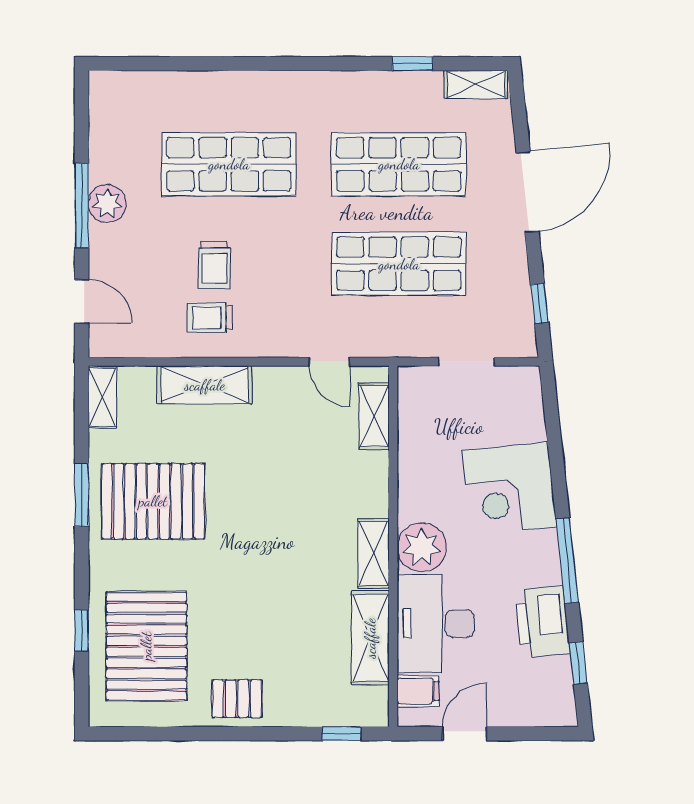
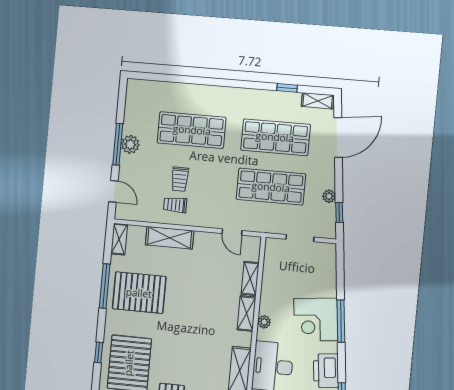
door: (527, 192) -> (338, 137), moved
plant: (516, 273) -> (329, 196), added
shelving: (374, 416) -> (250, 278), moved
corner desk: (509, 489) -> (316, 320), moved
window: (82, 495) -> (105, 286), width x1.44
plant: (422, 547) -> (264, 322), width x0.53, depth x0.53
shelving: (373, 553) -> (246, 313), moved
window: (567, 561) -> (341, 321), moved

